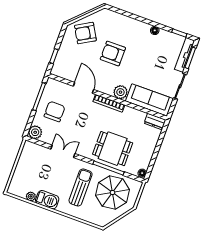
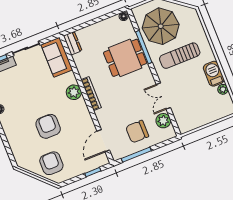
armchair: (85, 33) -> (51, 163), turned -150
armchair: (113, 53) -> (48, 126), turned 180
door: (84, 88) -> (103, 141), moved
sofa: (150, 100) -> (57, 57), width x0.73
plant: (35, 132) -> (163, 121), moved
dining table: (113, 149) -> (125, 58), turned 90

